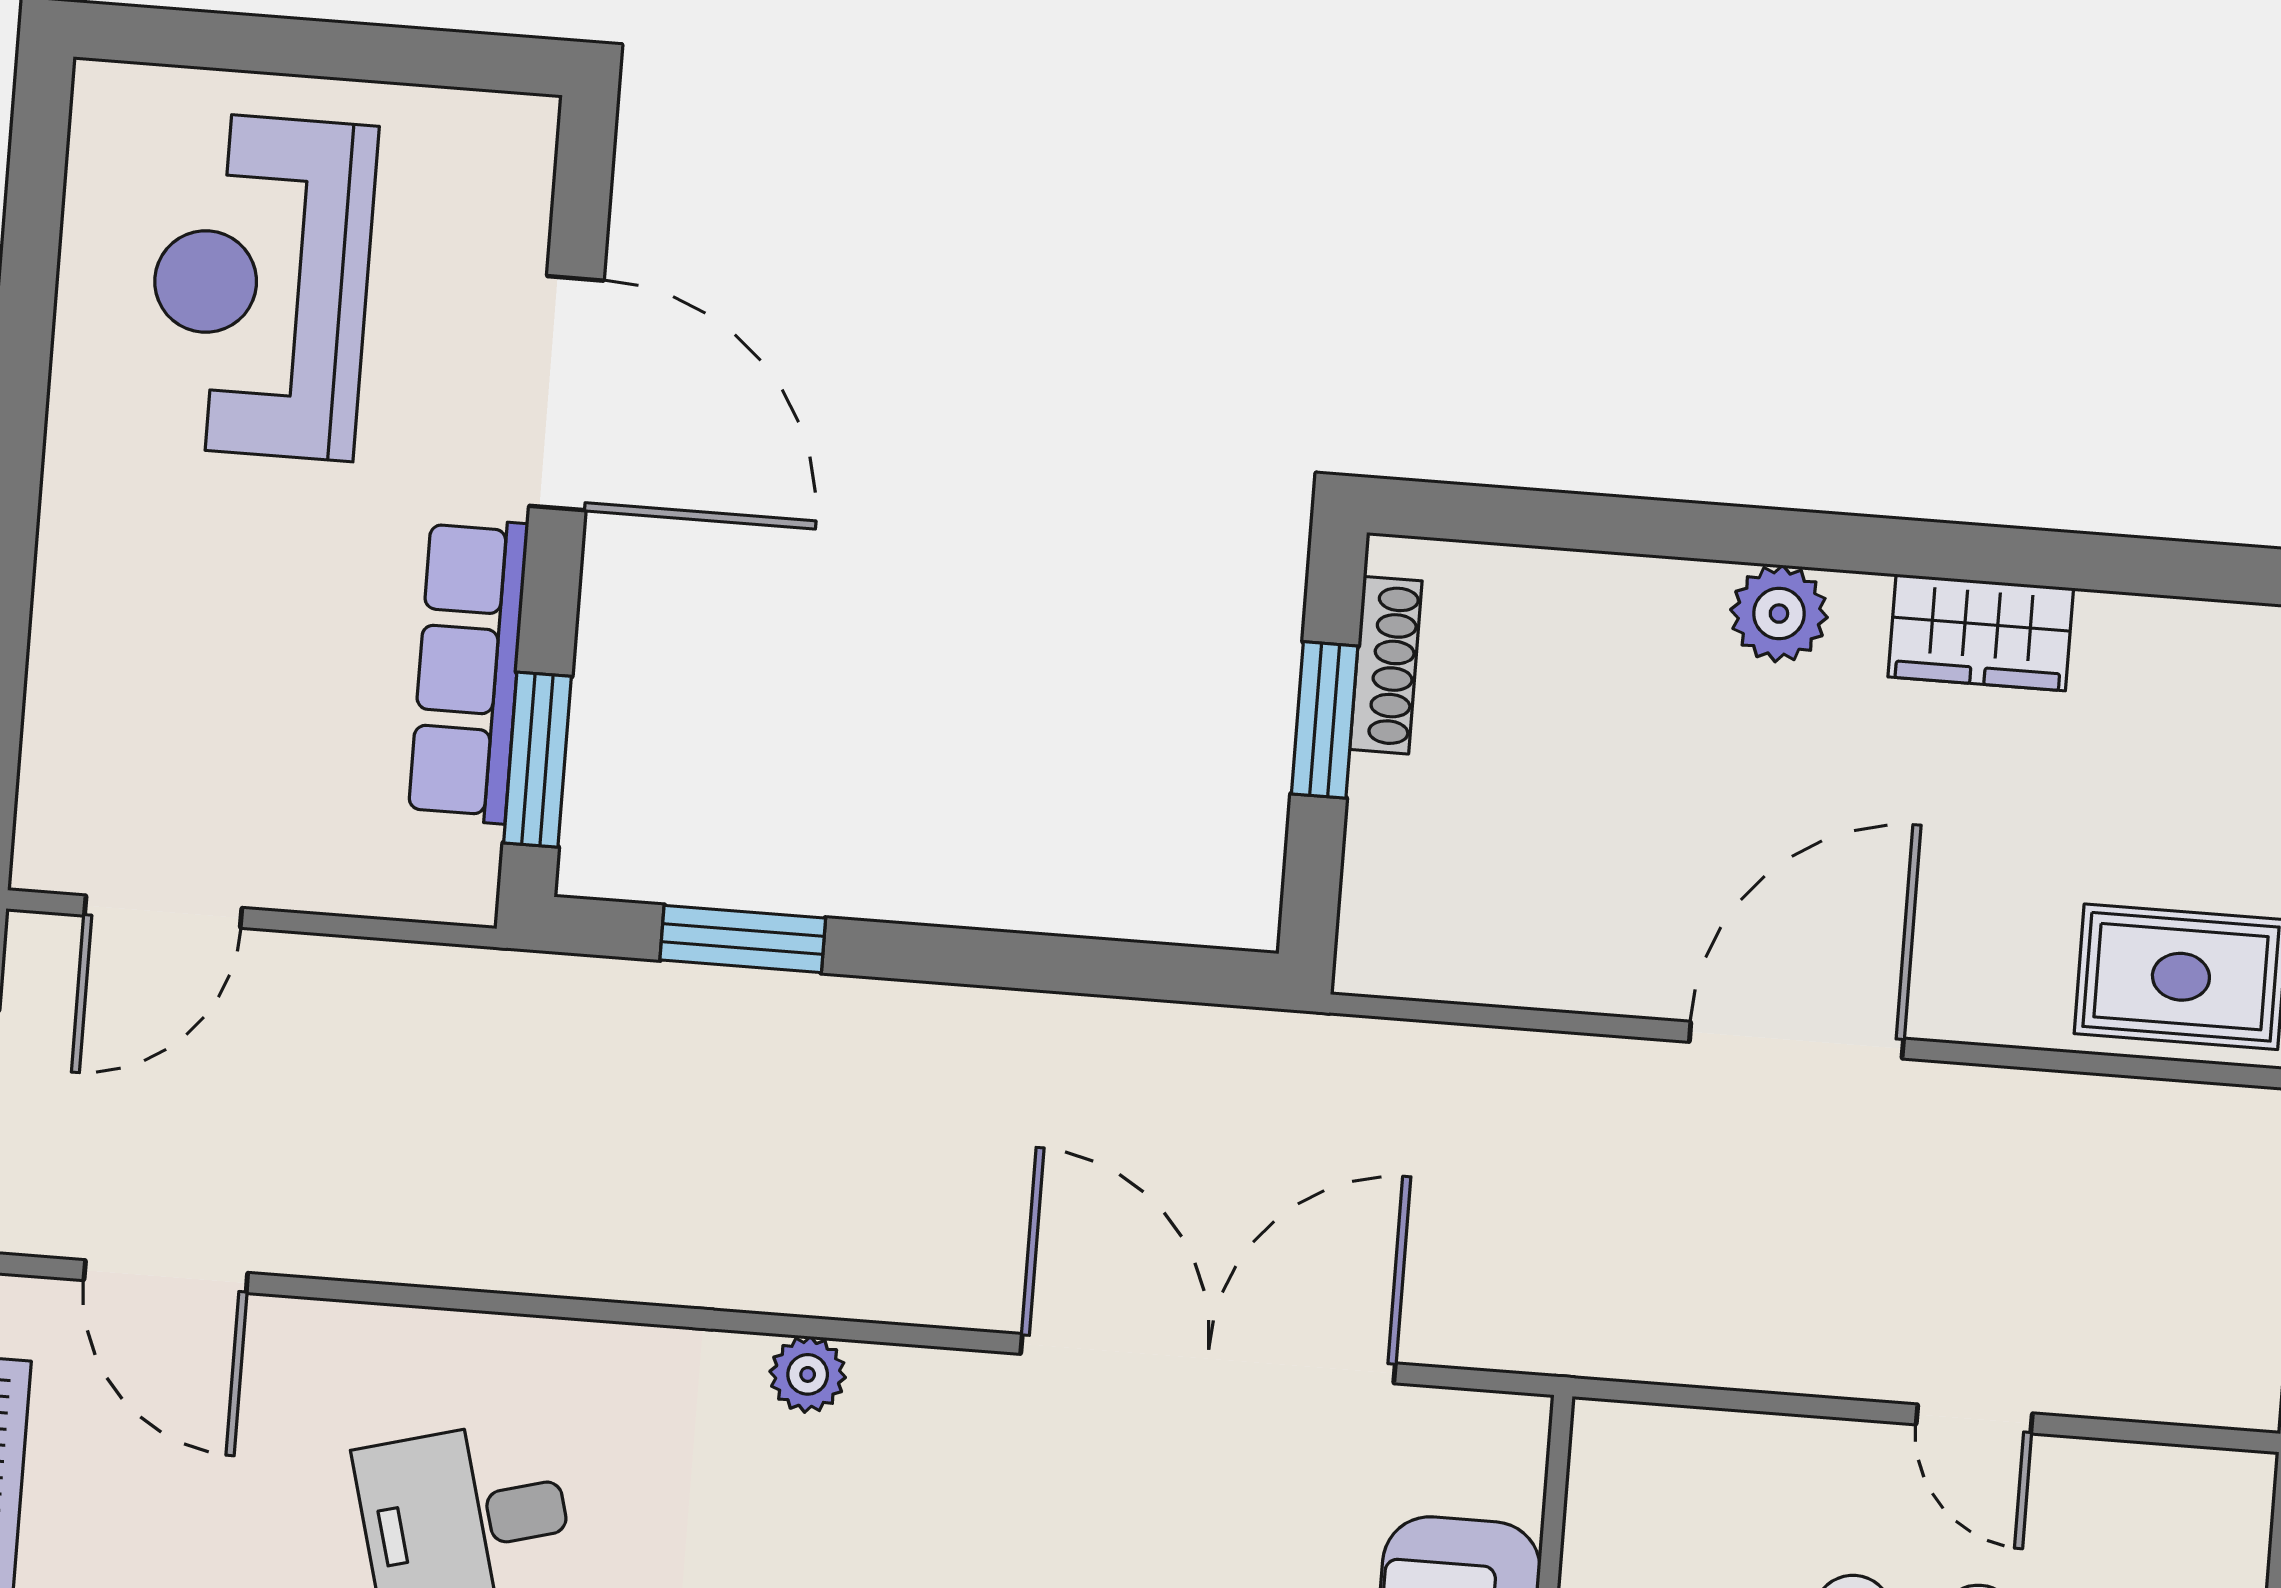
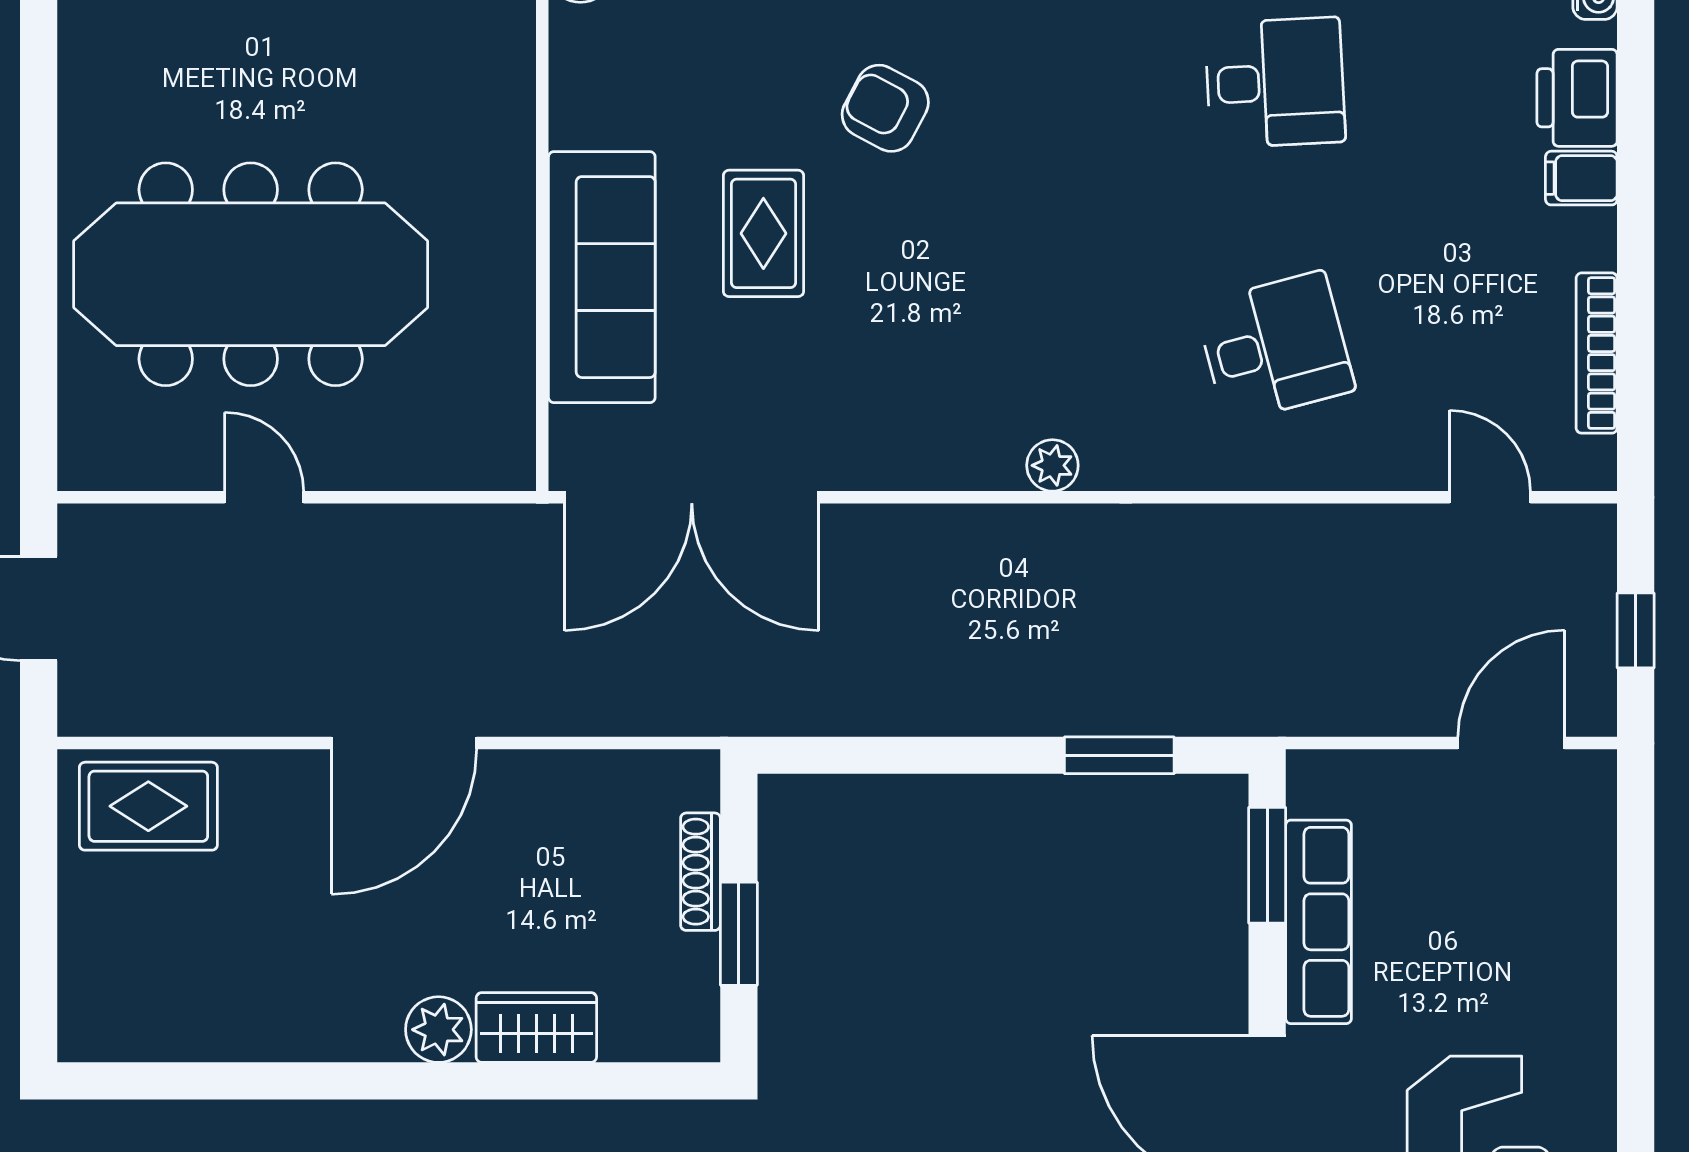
wardrobe: (1981, 632) -> (536, 1028), moved
shoe rack: (1386, 665) -> (700, 872), moved
door: (166, 1277) -> (1490, 497), width x0.73
double door: (1208, 1359) -> (692, 497), moved

